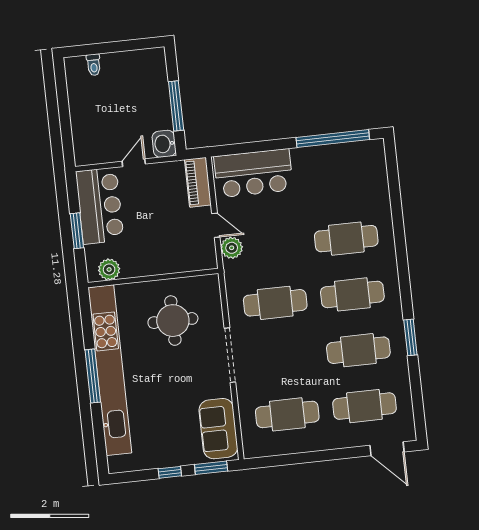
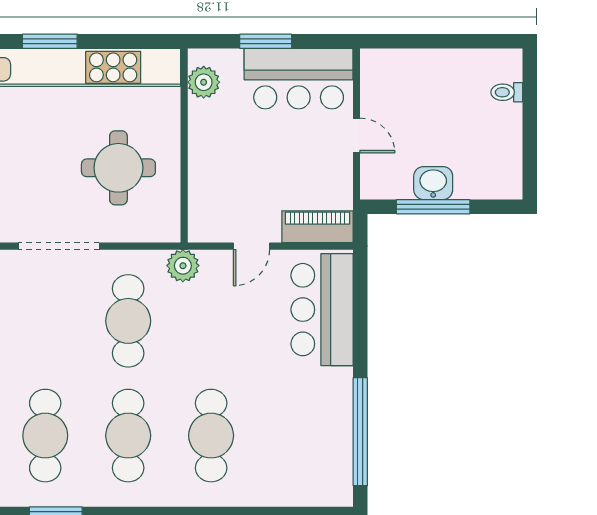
washbasin: (164, 144) -> (433, 183), moved
plant: (232, 248) -> (183, 266), moved
window: (93, 376) -> (50, 41), width x0.69

